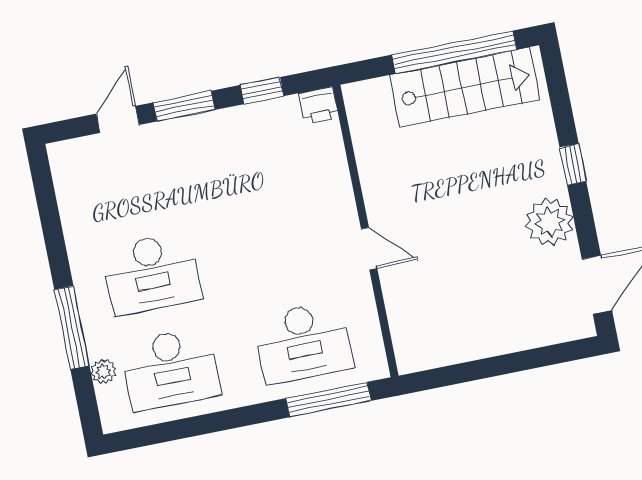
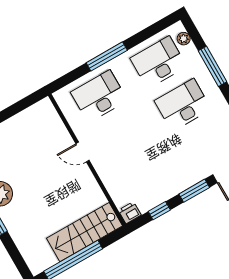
stairs: (465, 87) -> (85, 232), moved
plant: (103, 371) -> (184, 39), moved
window: (328, 400) -> (107, 56), moved

